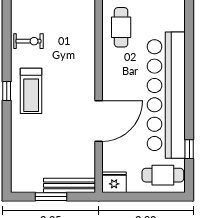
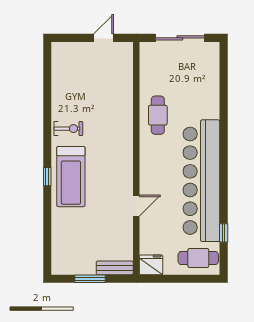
treadmill: (31, 91) -> (71, 177), width x1.37, depth x1.38
door: (99, 121) -> (136, 206), width x0.53
bench: (70, 185) -> (115, 268), width x0.73

